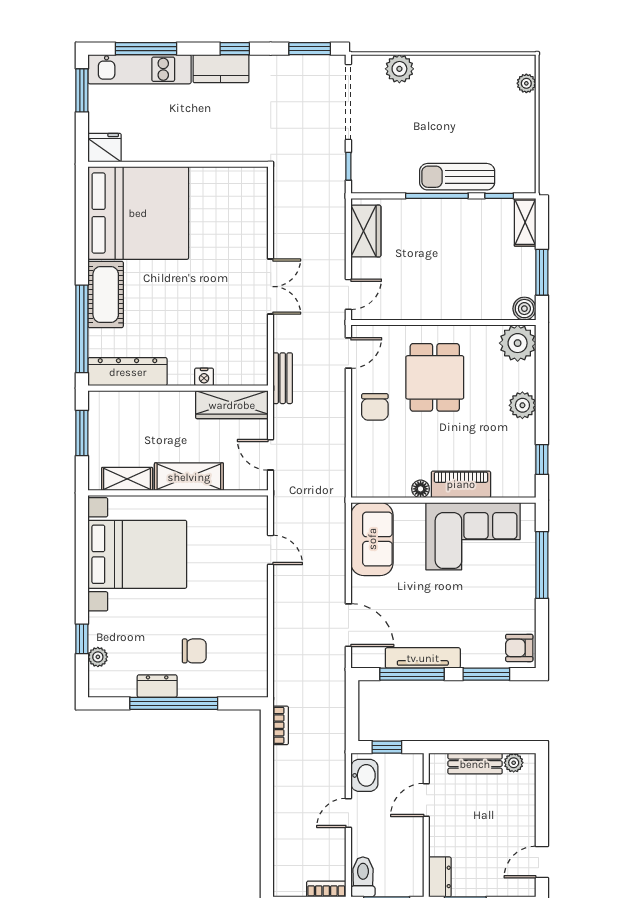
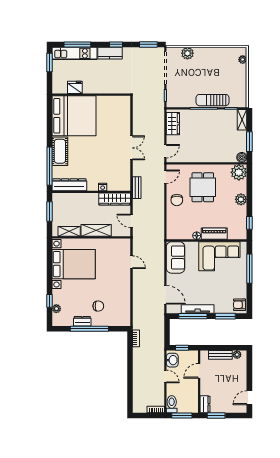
fridge: (105, 148) -> (75, 87), moved
door: (348, 813) -> (165, 376), swing flipped

